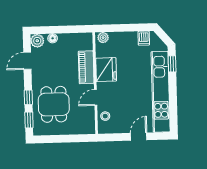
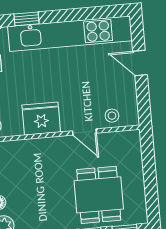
piano: (86, 67) -> (40, 149), removed
dining table: (54, 104) -> (99, 195), turned 90

